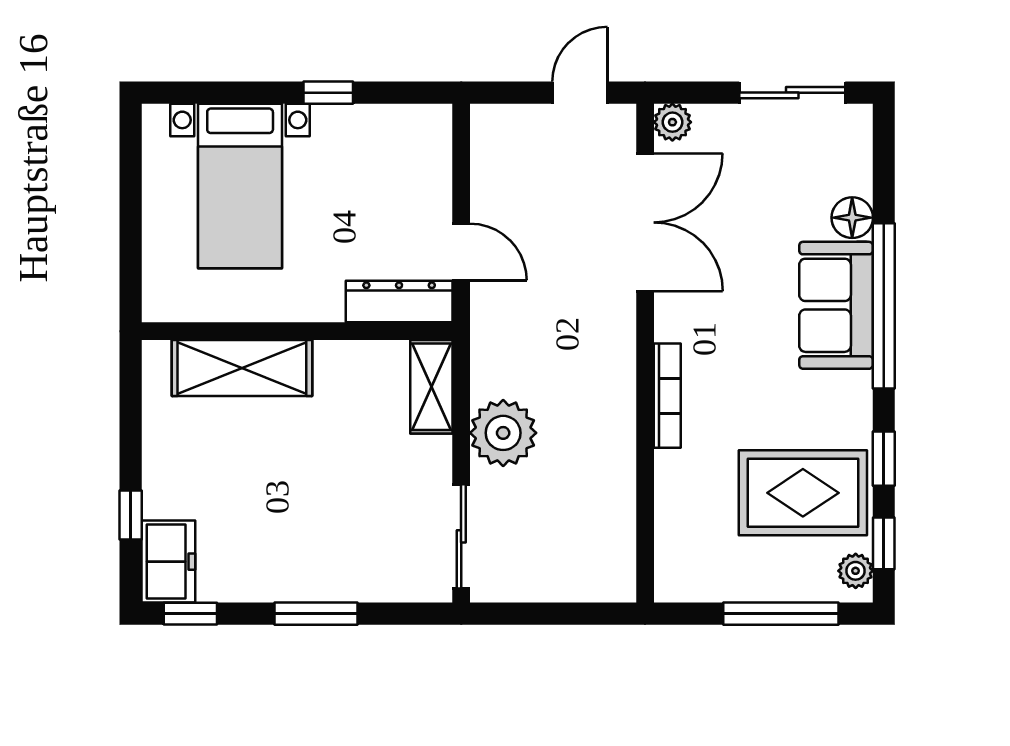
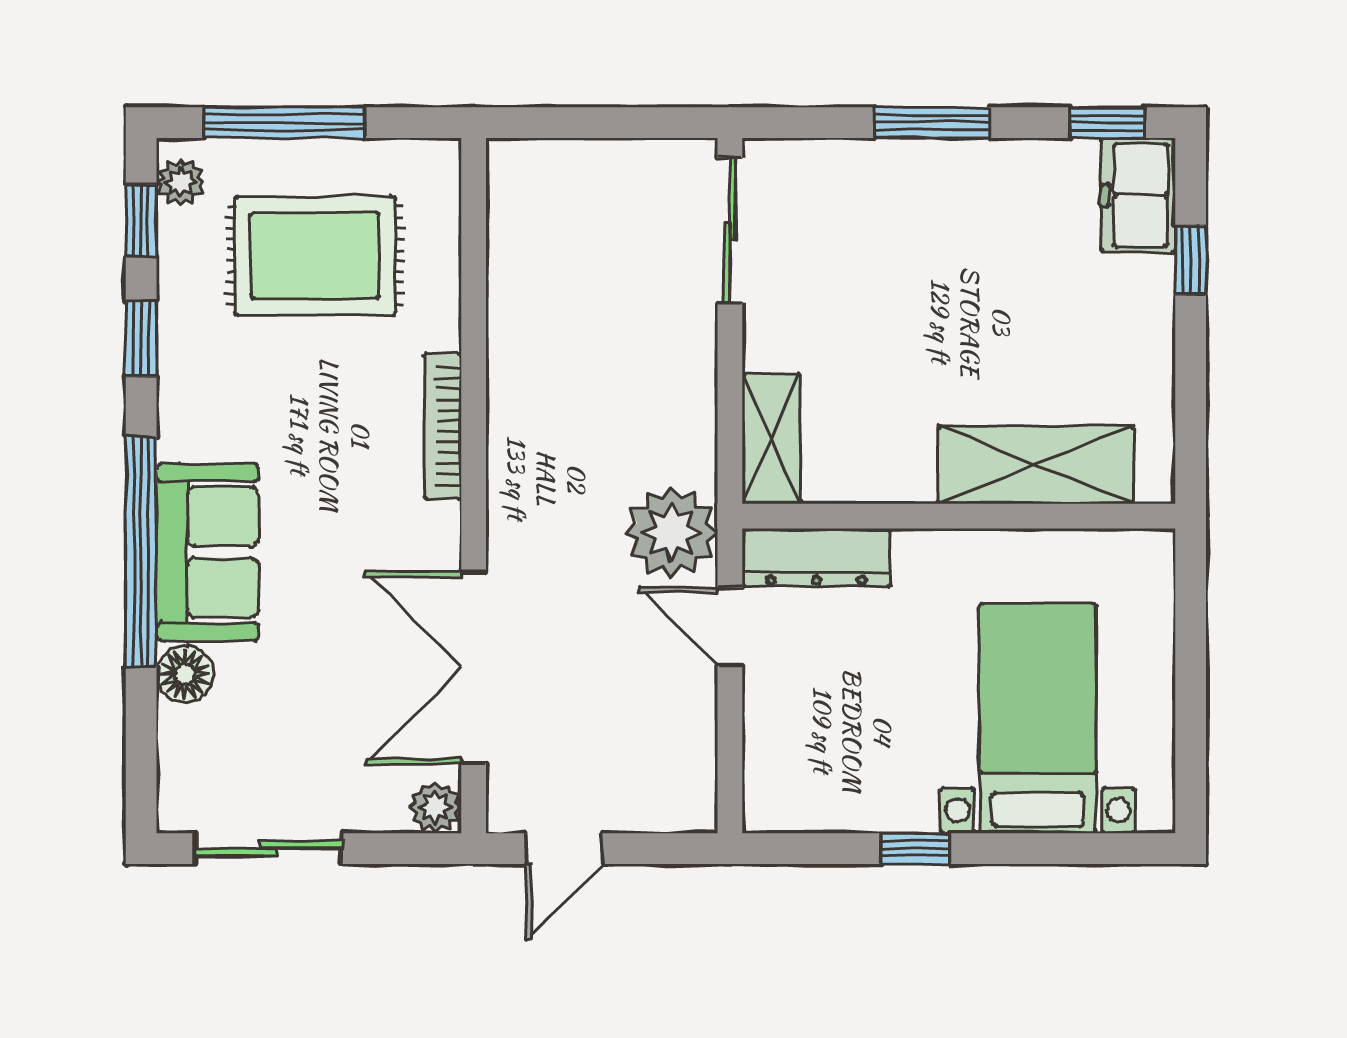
plant: (503, 433) -> (671, 532), moved
rug: (803, 493) -> (315, 256), moved

